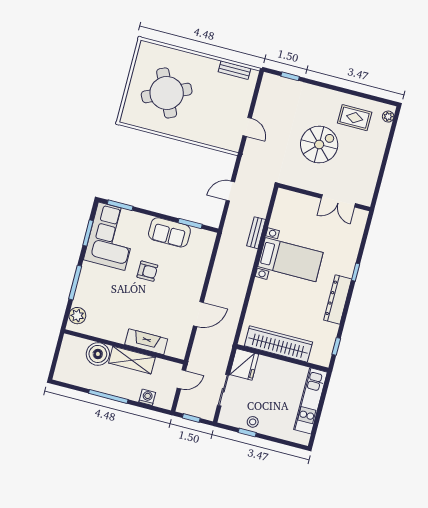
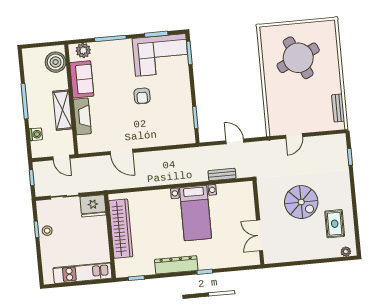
sofa: (169, 232) -> (82, 79), moved, turned 180
bench: (256, 233) -> (222, 174), moved
boiler: (98, 354) -> (56, 62), moved

